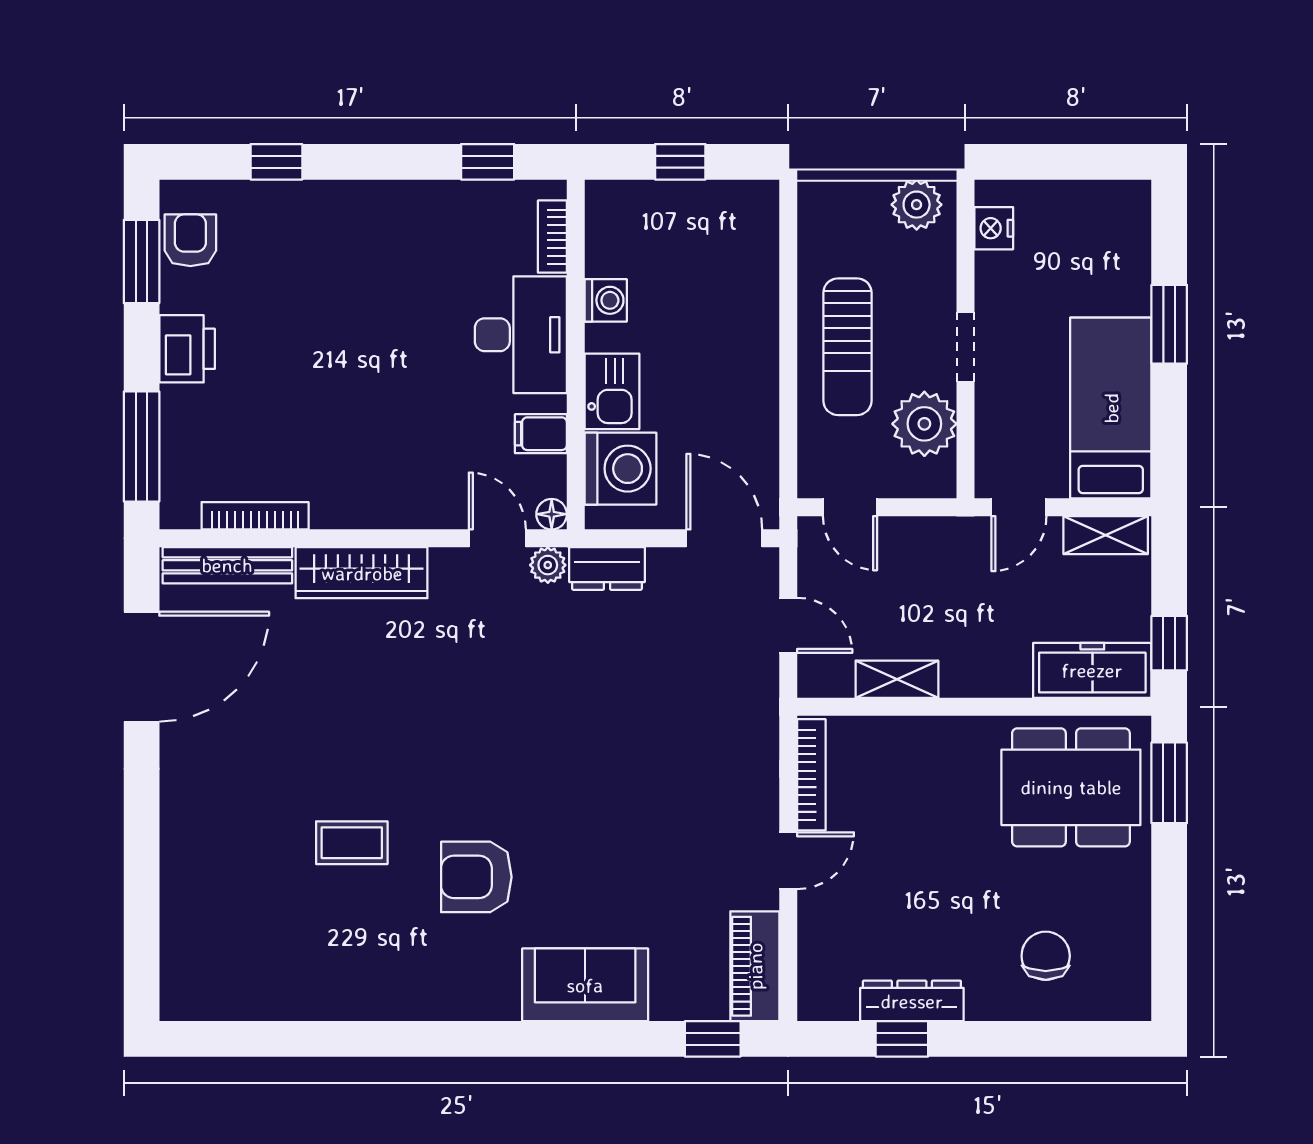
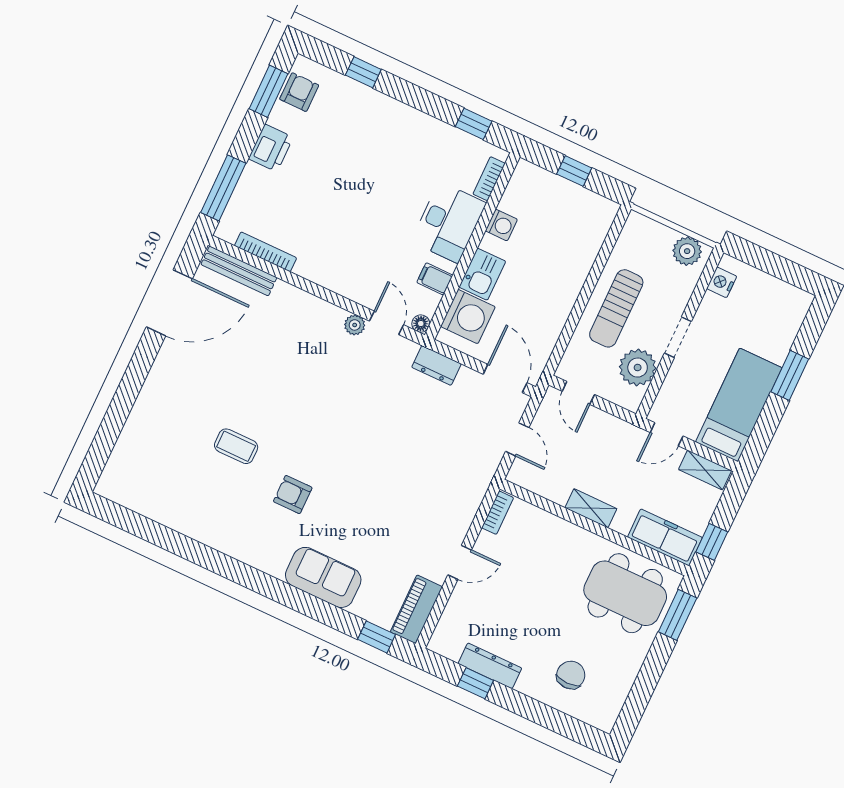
plant: (548, 565) -> (355, 325), moved
wardrobe: (362, 573) -> (307, 308), removed
shelving: (897, 679) -> (591, 508), moved
bookcase: (811, 775) -> (498, 513), width x0.64
armchair: (476, 877) -> (293, 495), width x0.72, depth x0.72

